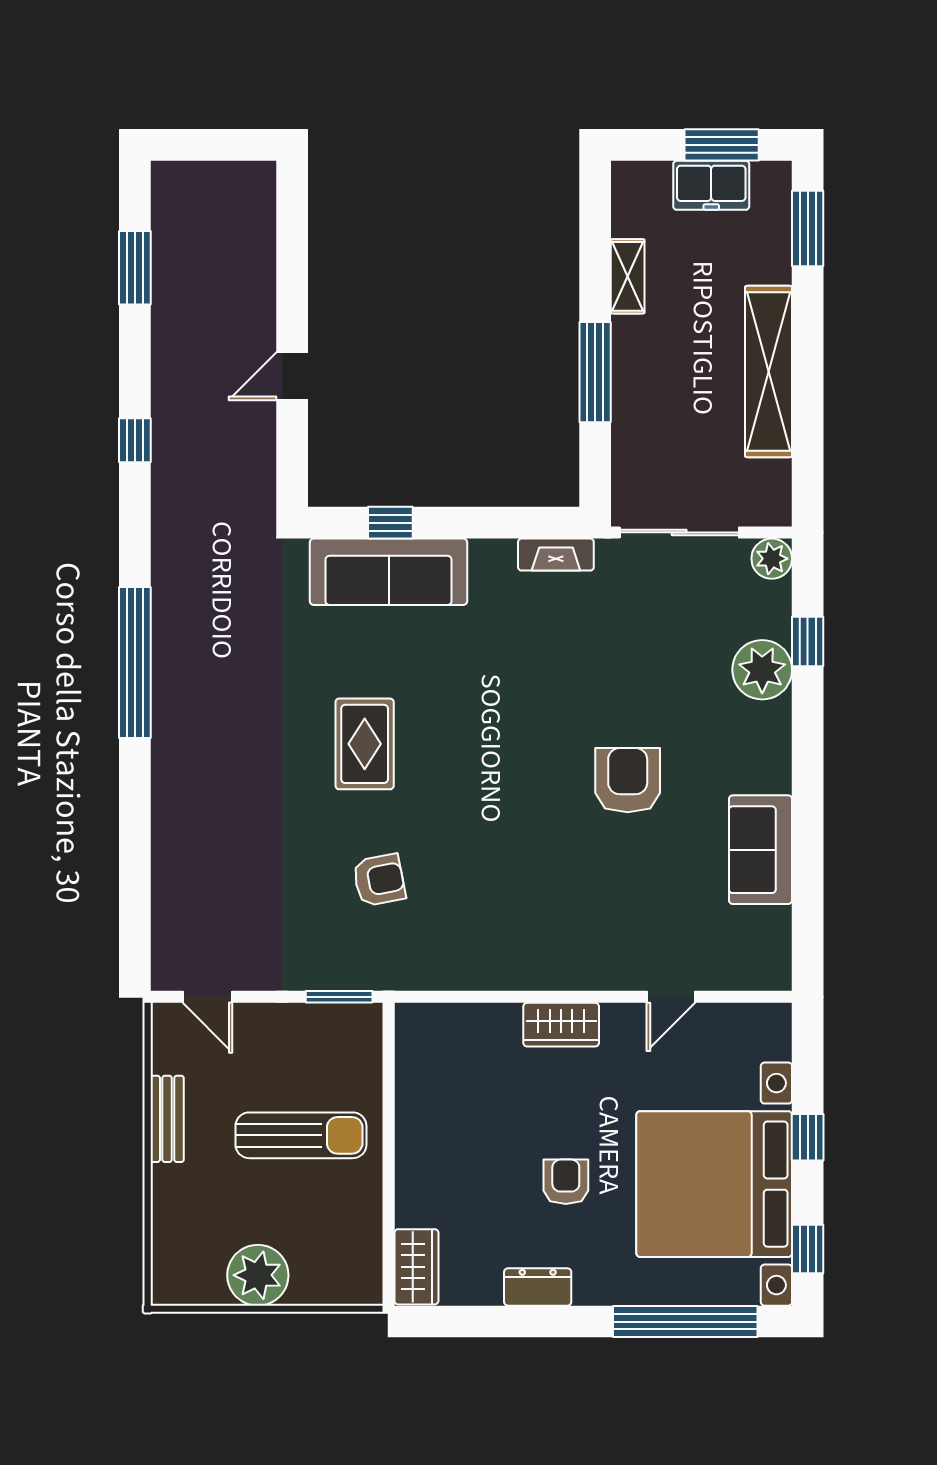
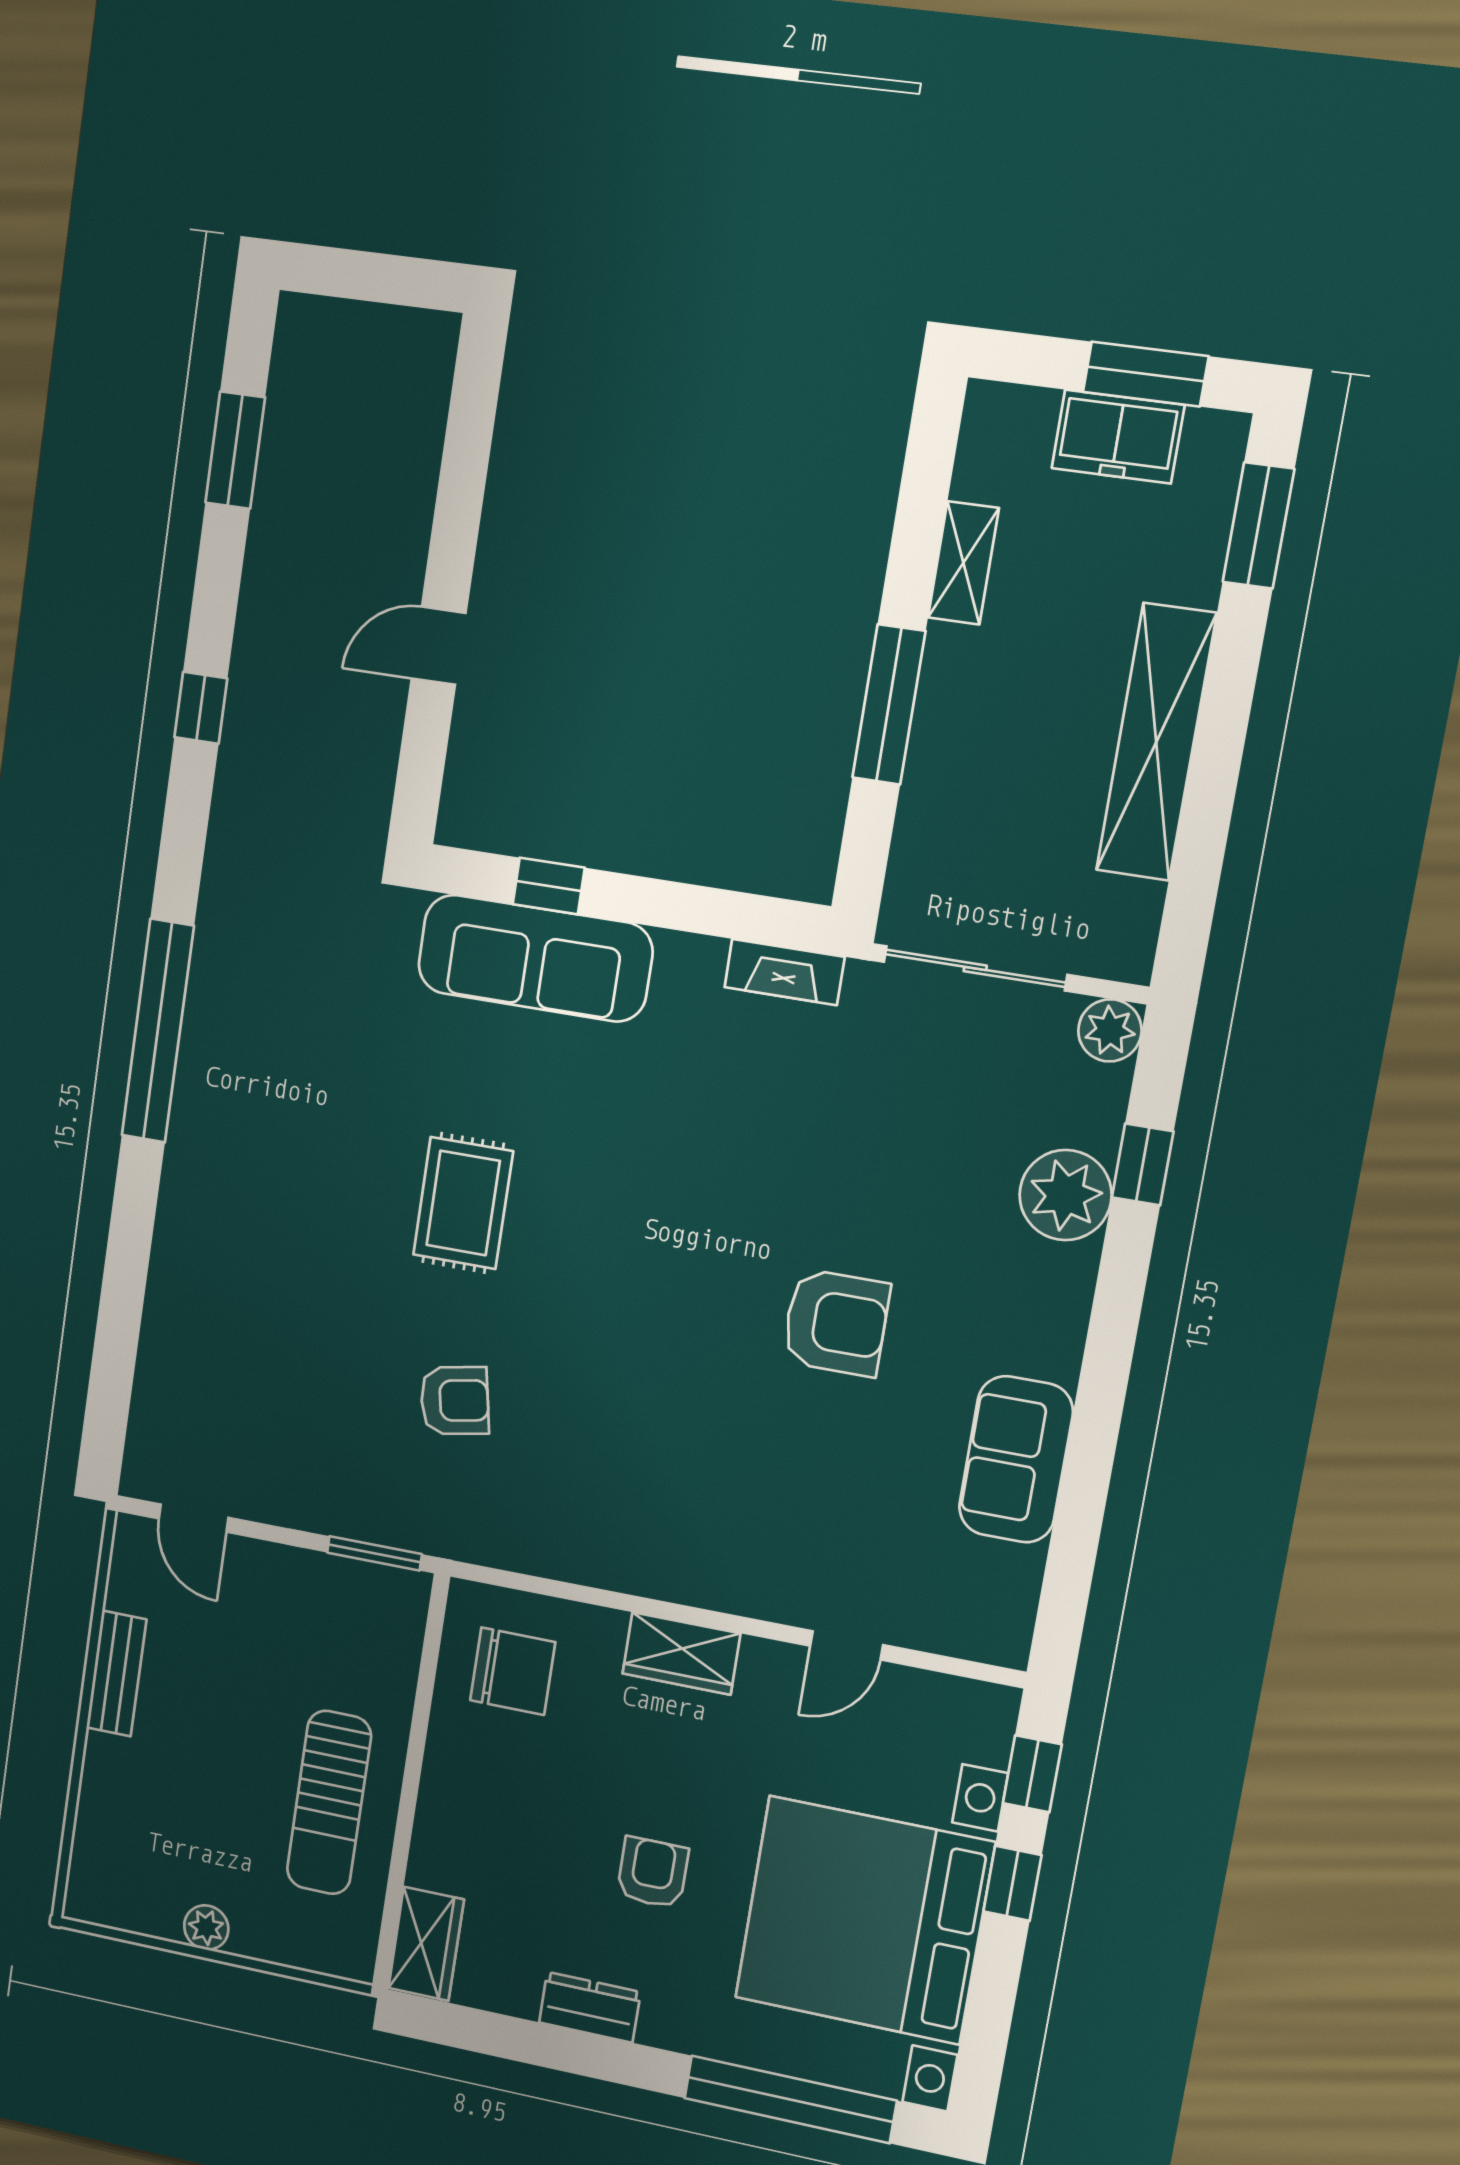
armchair: (628, 780) -> (836, 1323), turned 90
chair: (448, 1060) -> (513, 1671), added
sun lounger: (301, 1135) -> (329, 1803), moved, turned 90
window: (808, 1249) -> (1032, 1774), moved
plant: (258, 1275) -> (206, 1927), width x0.53, depth x0.53

